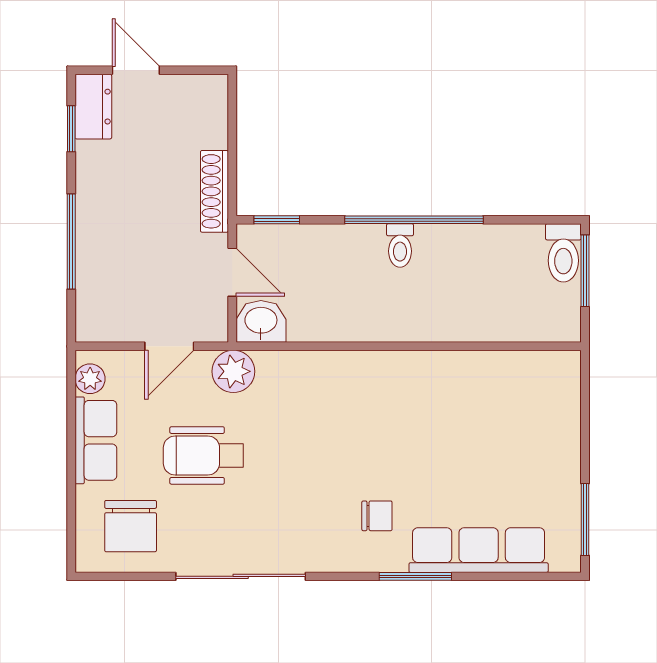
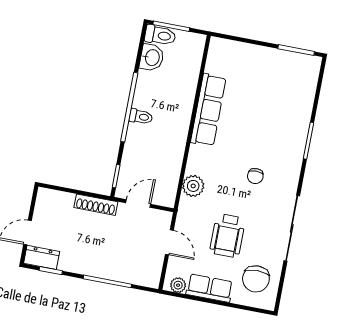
washbasin: (261, 321) -> (152, 58), moved, turned 180
plant: (233, 371) -> (193, 186), moved
chair: (377, 516) -> (255, 176), moved, turned 180
chair: (131, 526) -> (256, 279), turned 90
row of seats: (479, 550) -> (208, 110), moved, turned 180

